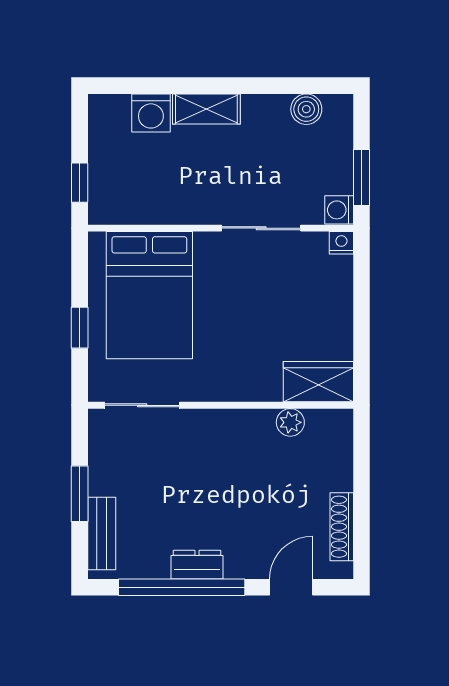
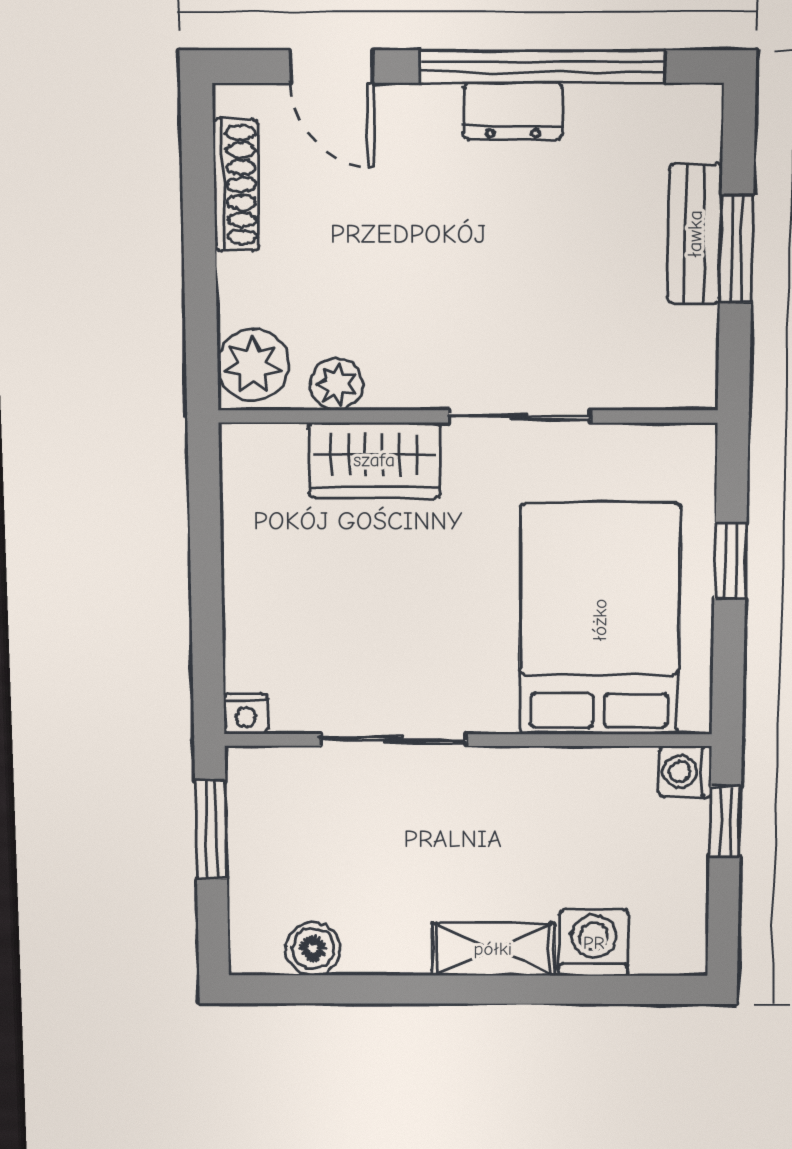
washing machine: (339, 210) -> (685, 772), moved, turned 180
wardrobe: (318, 382) -> (374, 460), moved
sliding door: (142, 405) -> (520, 416), moved
plant: (334, 433) -> (253, 365), added
bench: (102, 533) -> (695, 234), moved
door: (291, 587) -> (332, 67), hinge flipped

